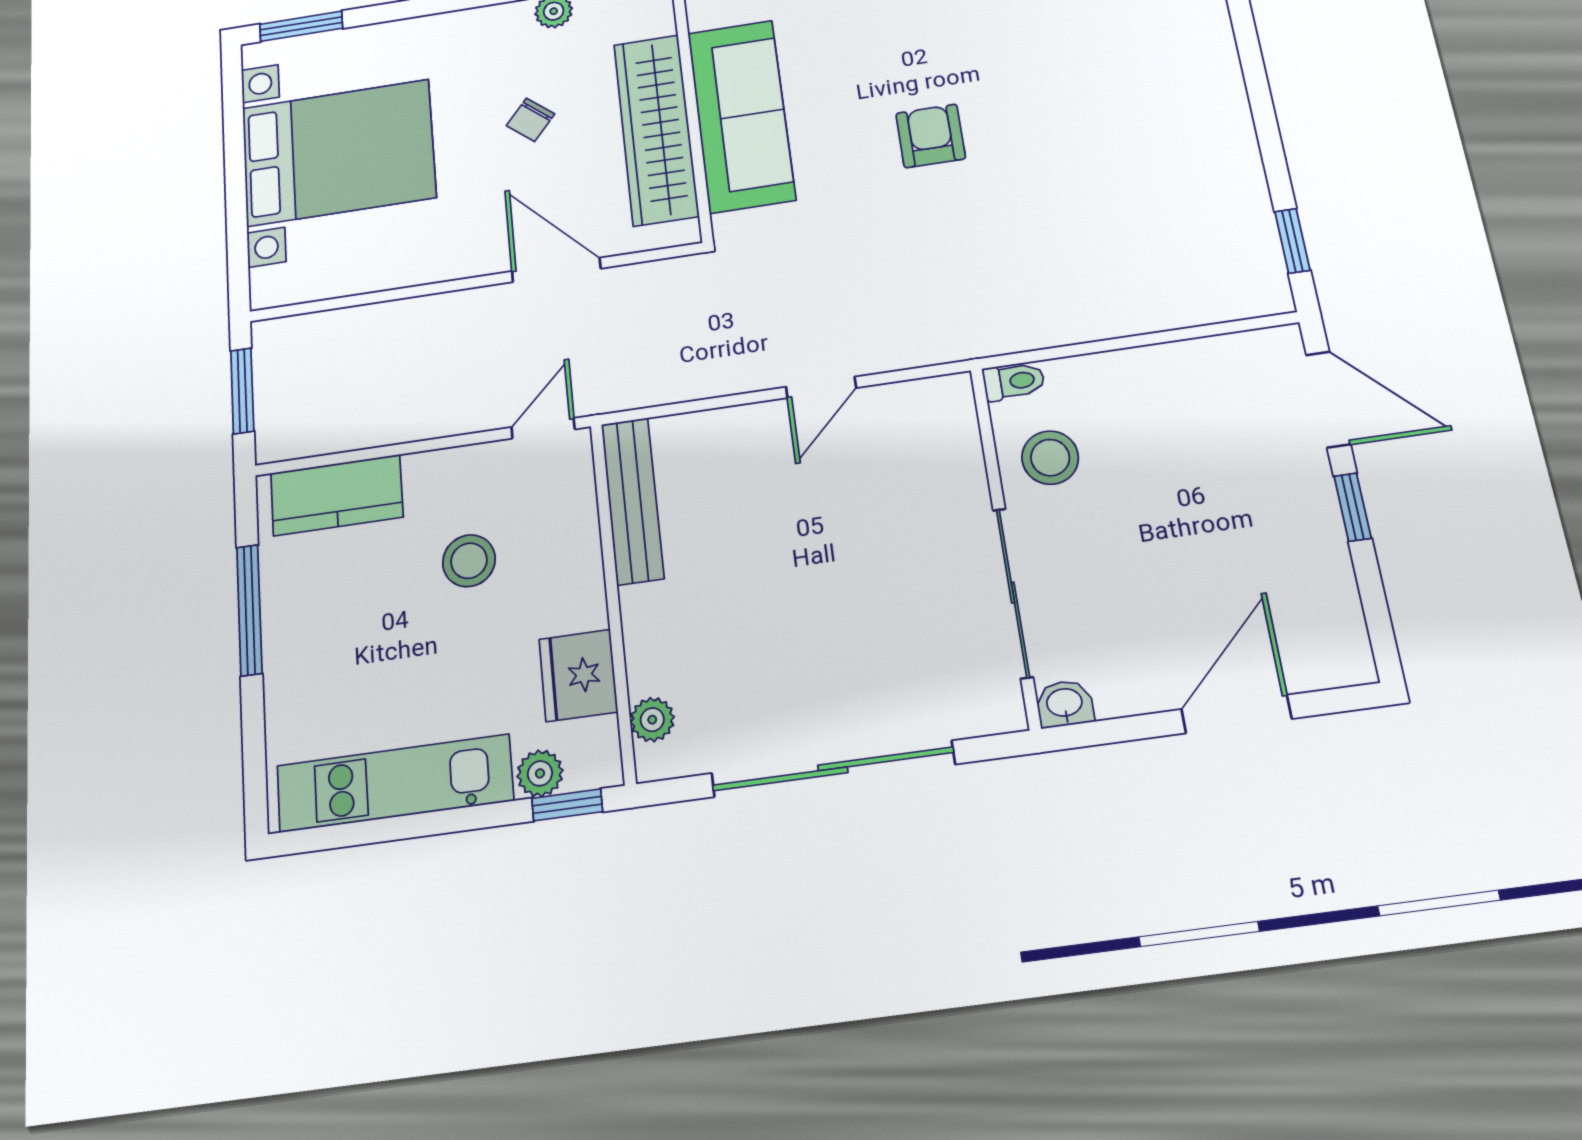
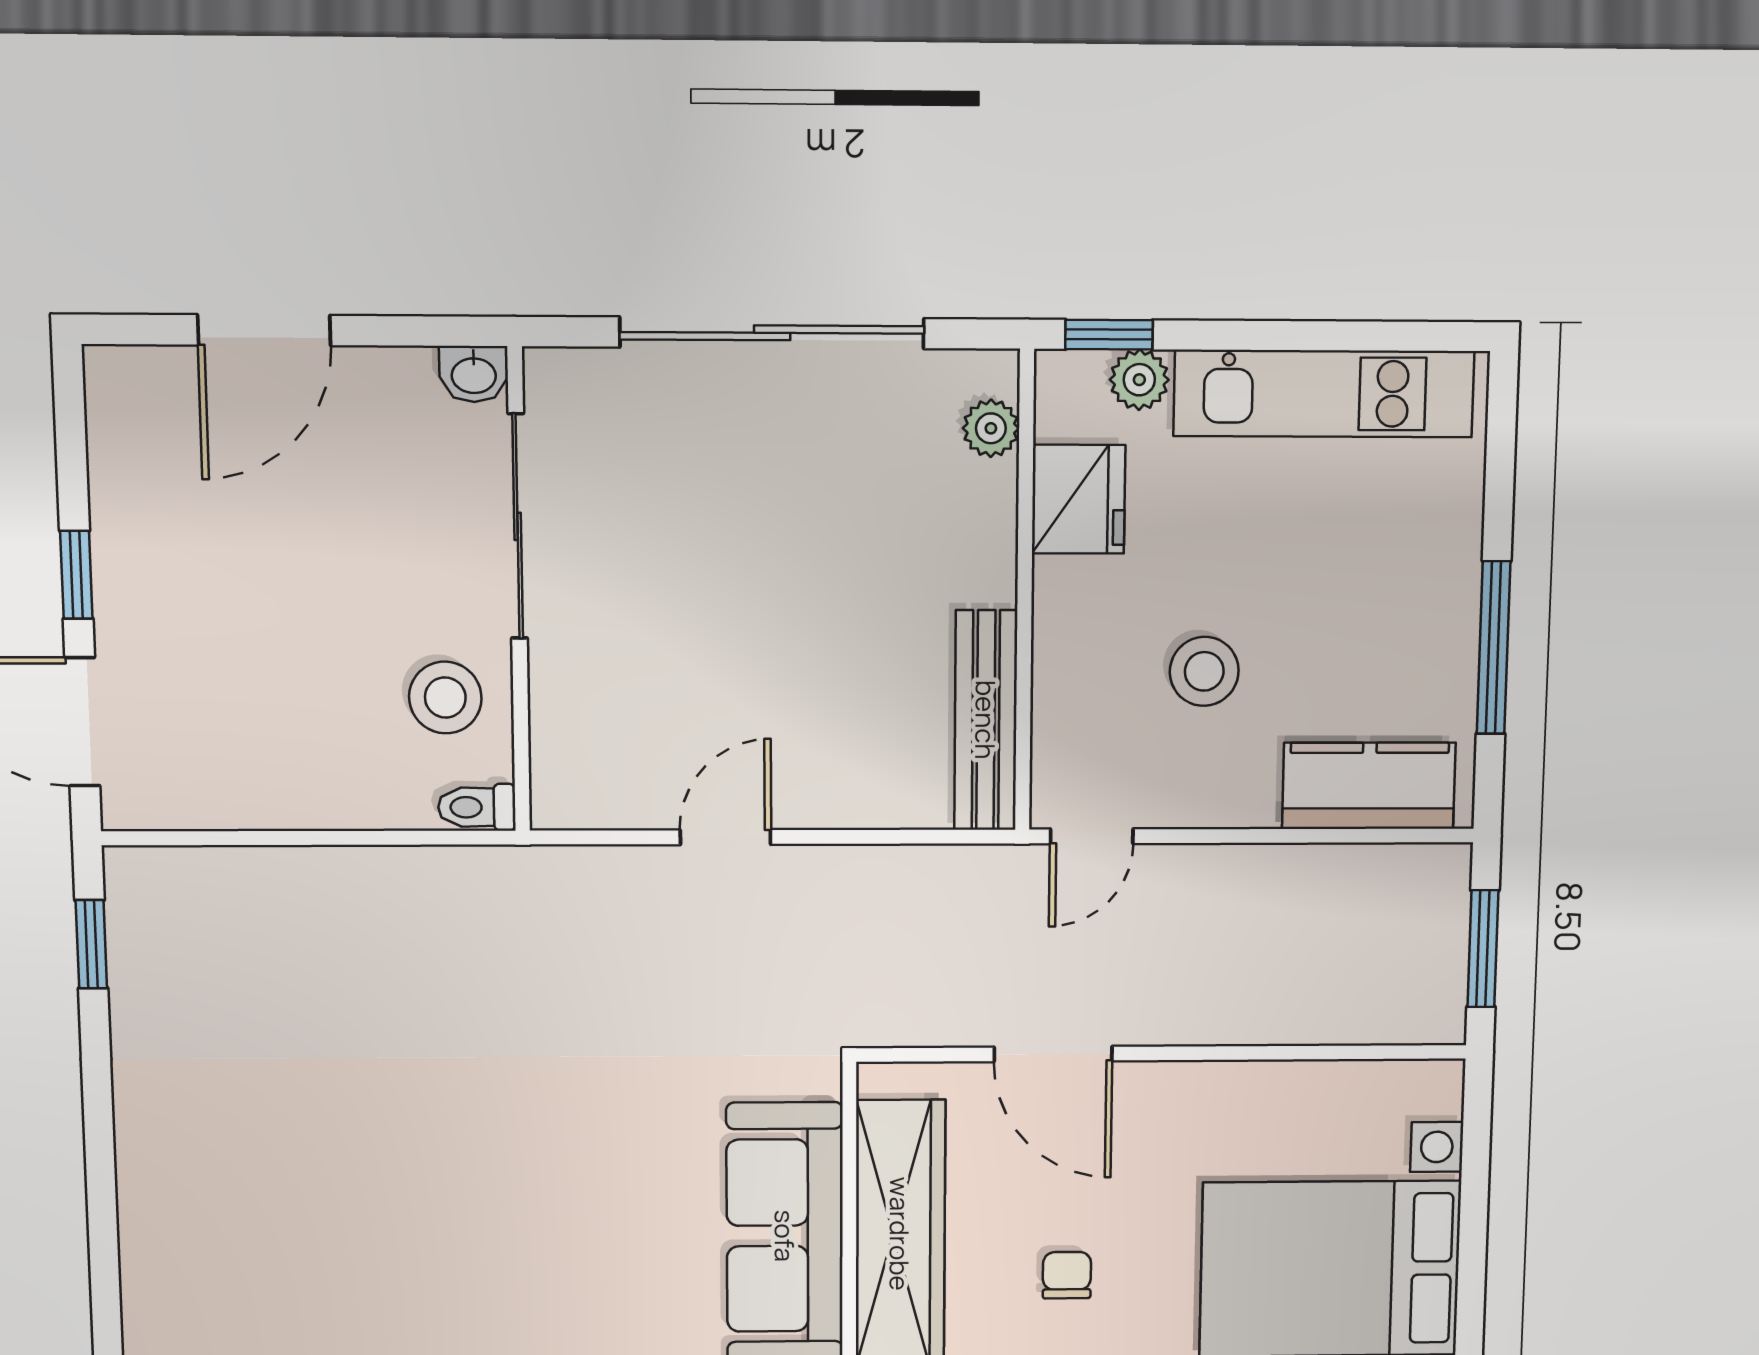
chair: (531, 120) -> (1067, 1275), turned -40
armchair: (931, 136) -> (538, 1166), removed

